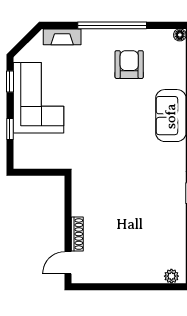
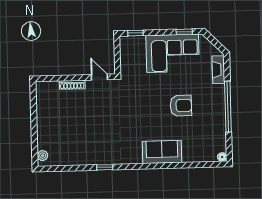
armchair: (129, 65) -> (181, 106), moved
window: (10, 129) -> (135, 33), moved
door: (68, 263) -> (99, 77), moved

